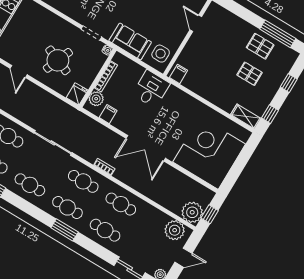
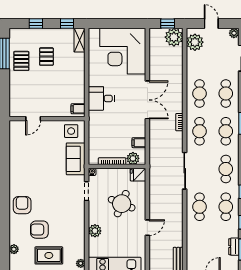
plant: (47, 17) -> (95, 231), added
desk: (151, 89) -> (101, 98), moved

